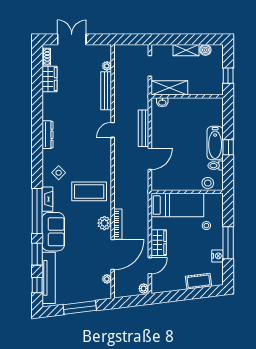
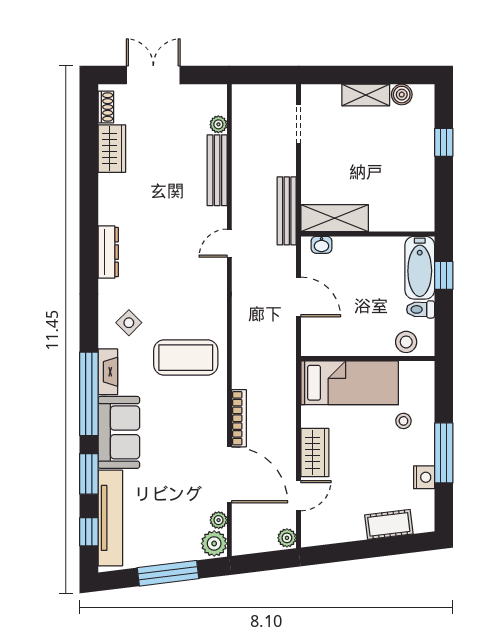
shelving: (169, 88) -> (335, 218), moved
wall: (187, 96) -> (368, 234), moved
washbasin: (162, 102) -> (321, 245), moved
bench: (144, 128) -> (287, 211), moved
door: (150, 159) -> (299, 297), hinge flipped
plant: (104, 223) -> (214, 543), moved
door: (113, 255) -> (229, 475), hinge flipped

